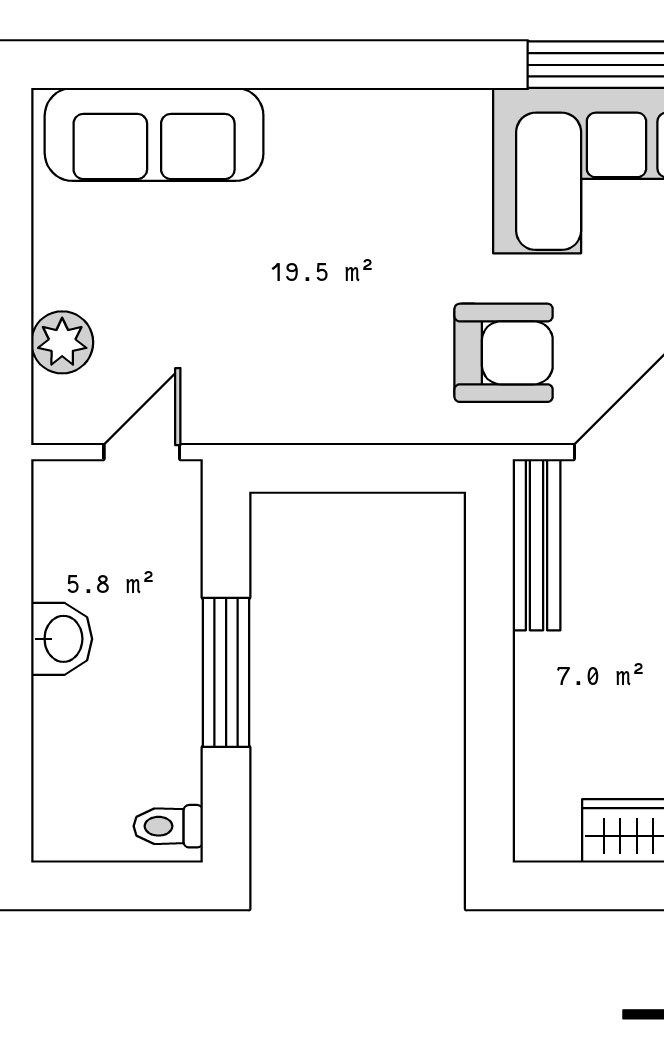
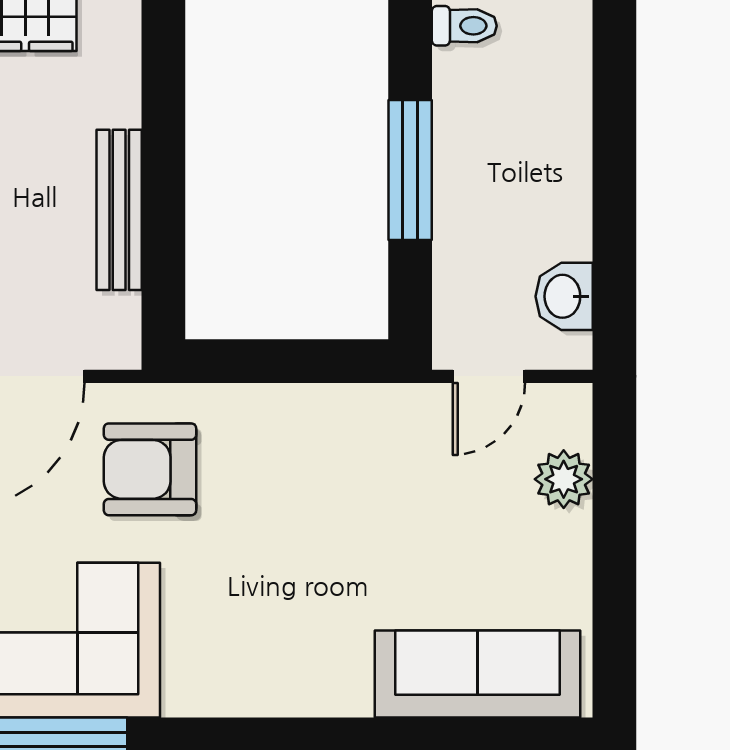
bench: (537, 545) -> (119, 210), moved
washbasin: (62, 639) -> (564, 296), moved

